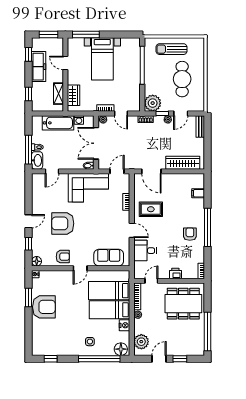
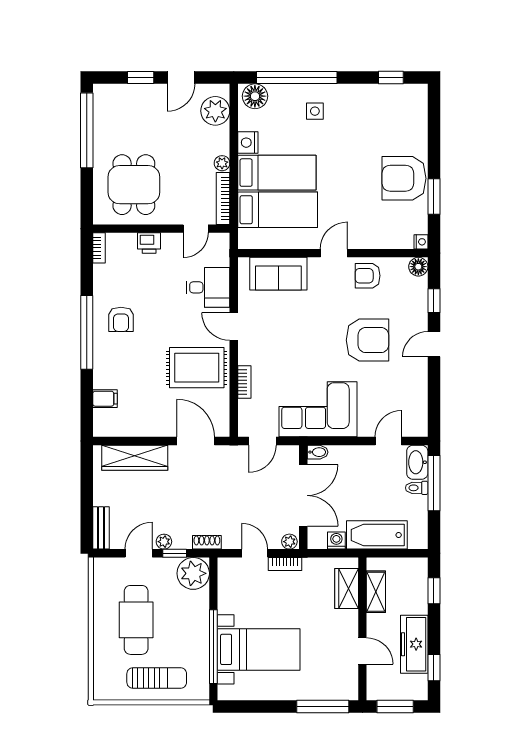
bed with nightstands: (102, 59) -> (259, 649), moved, turned 90
rug: (151, 209) -> (197, 368), width x1.36, depth x1.43
dining table: (183, 304) -> (134, 185), width x0.73

